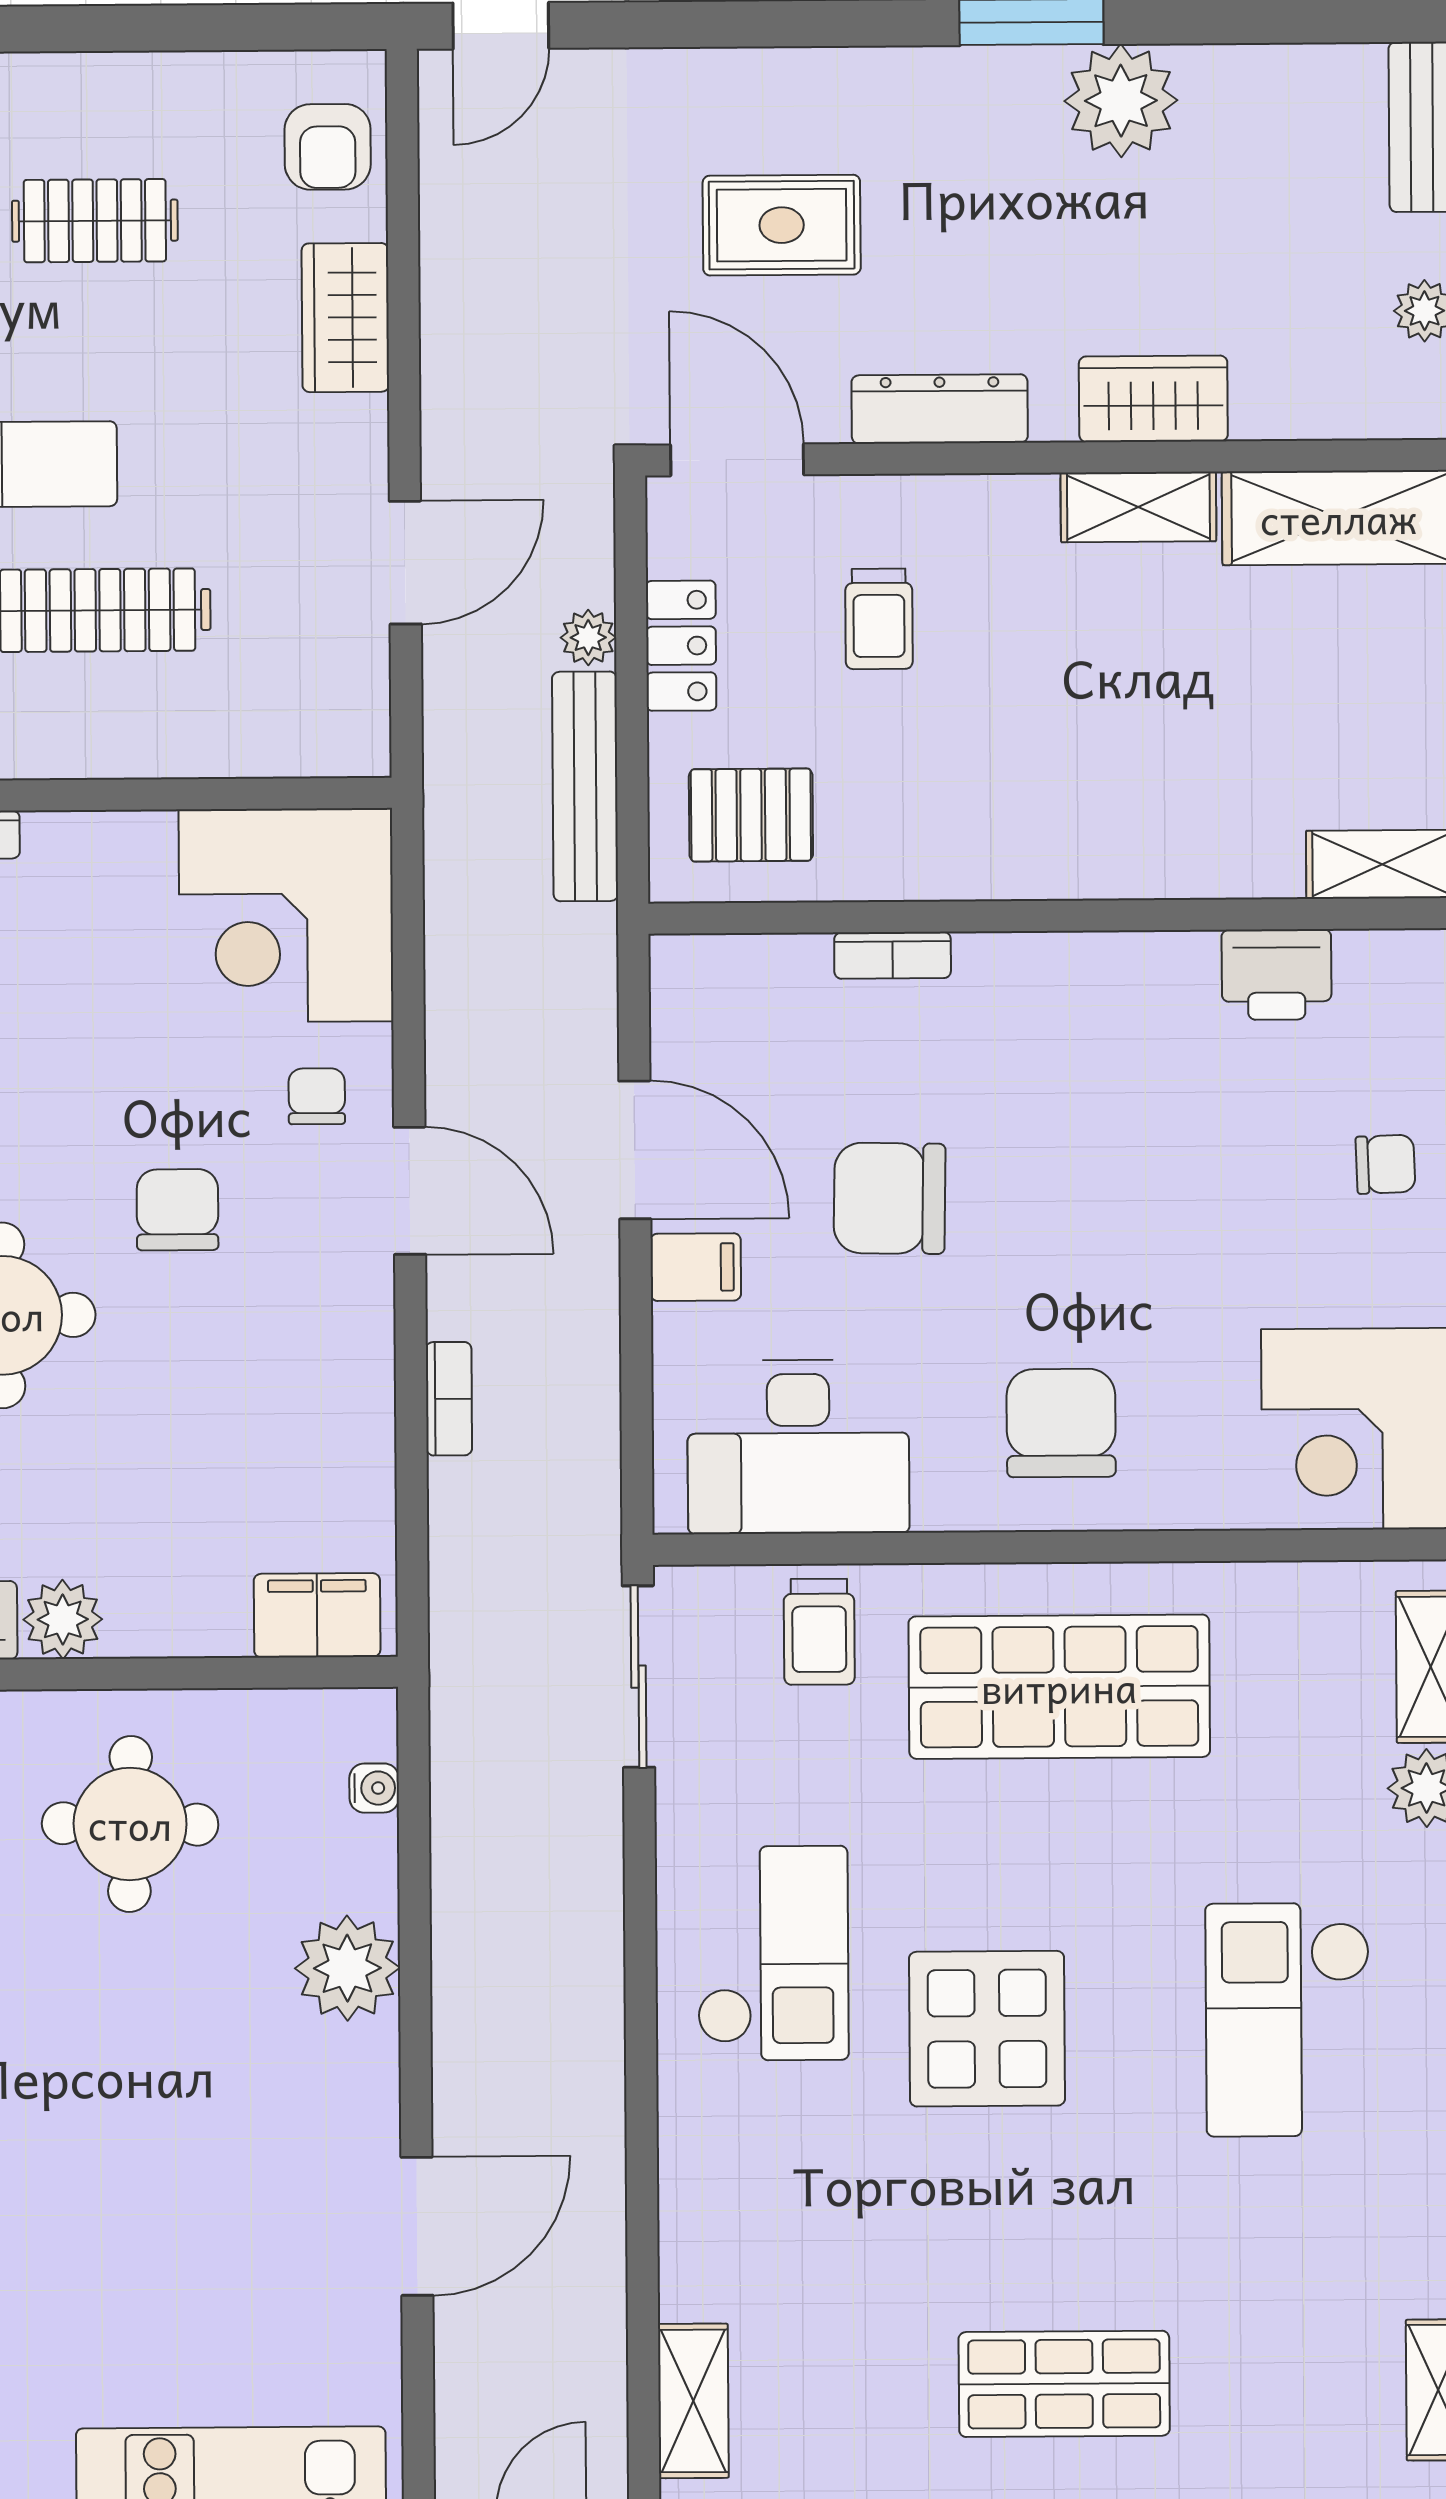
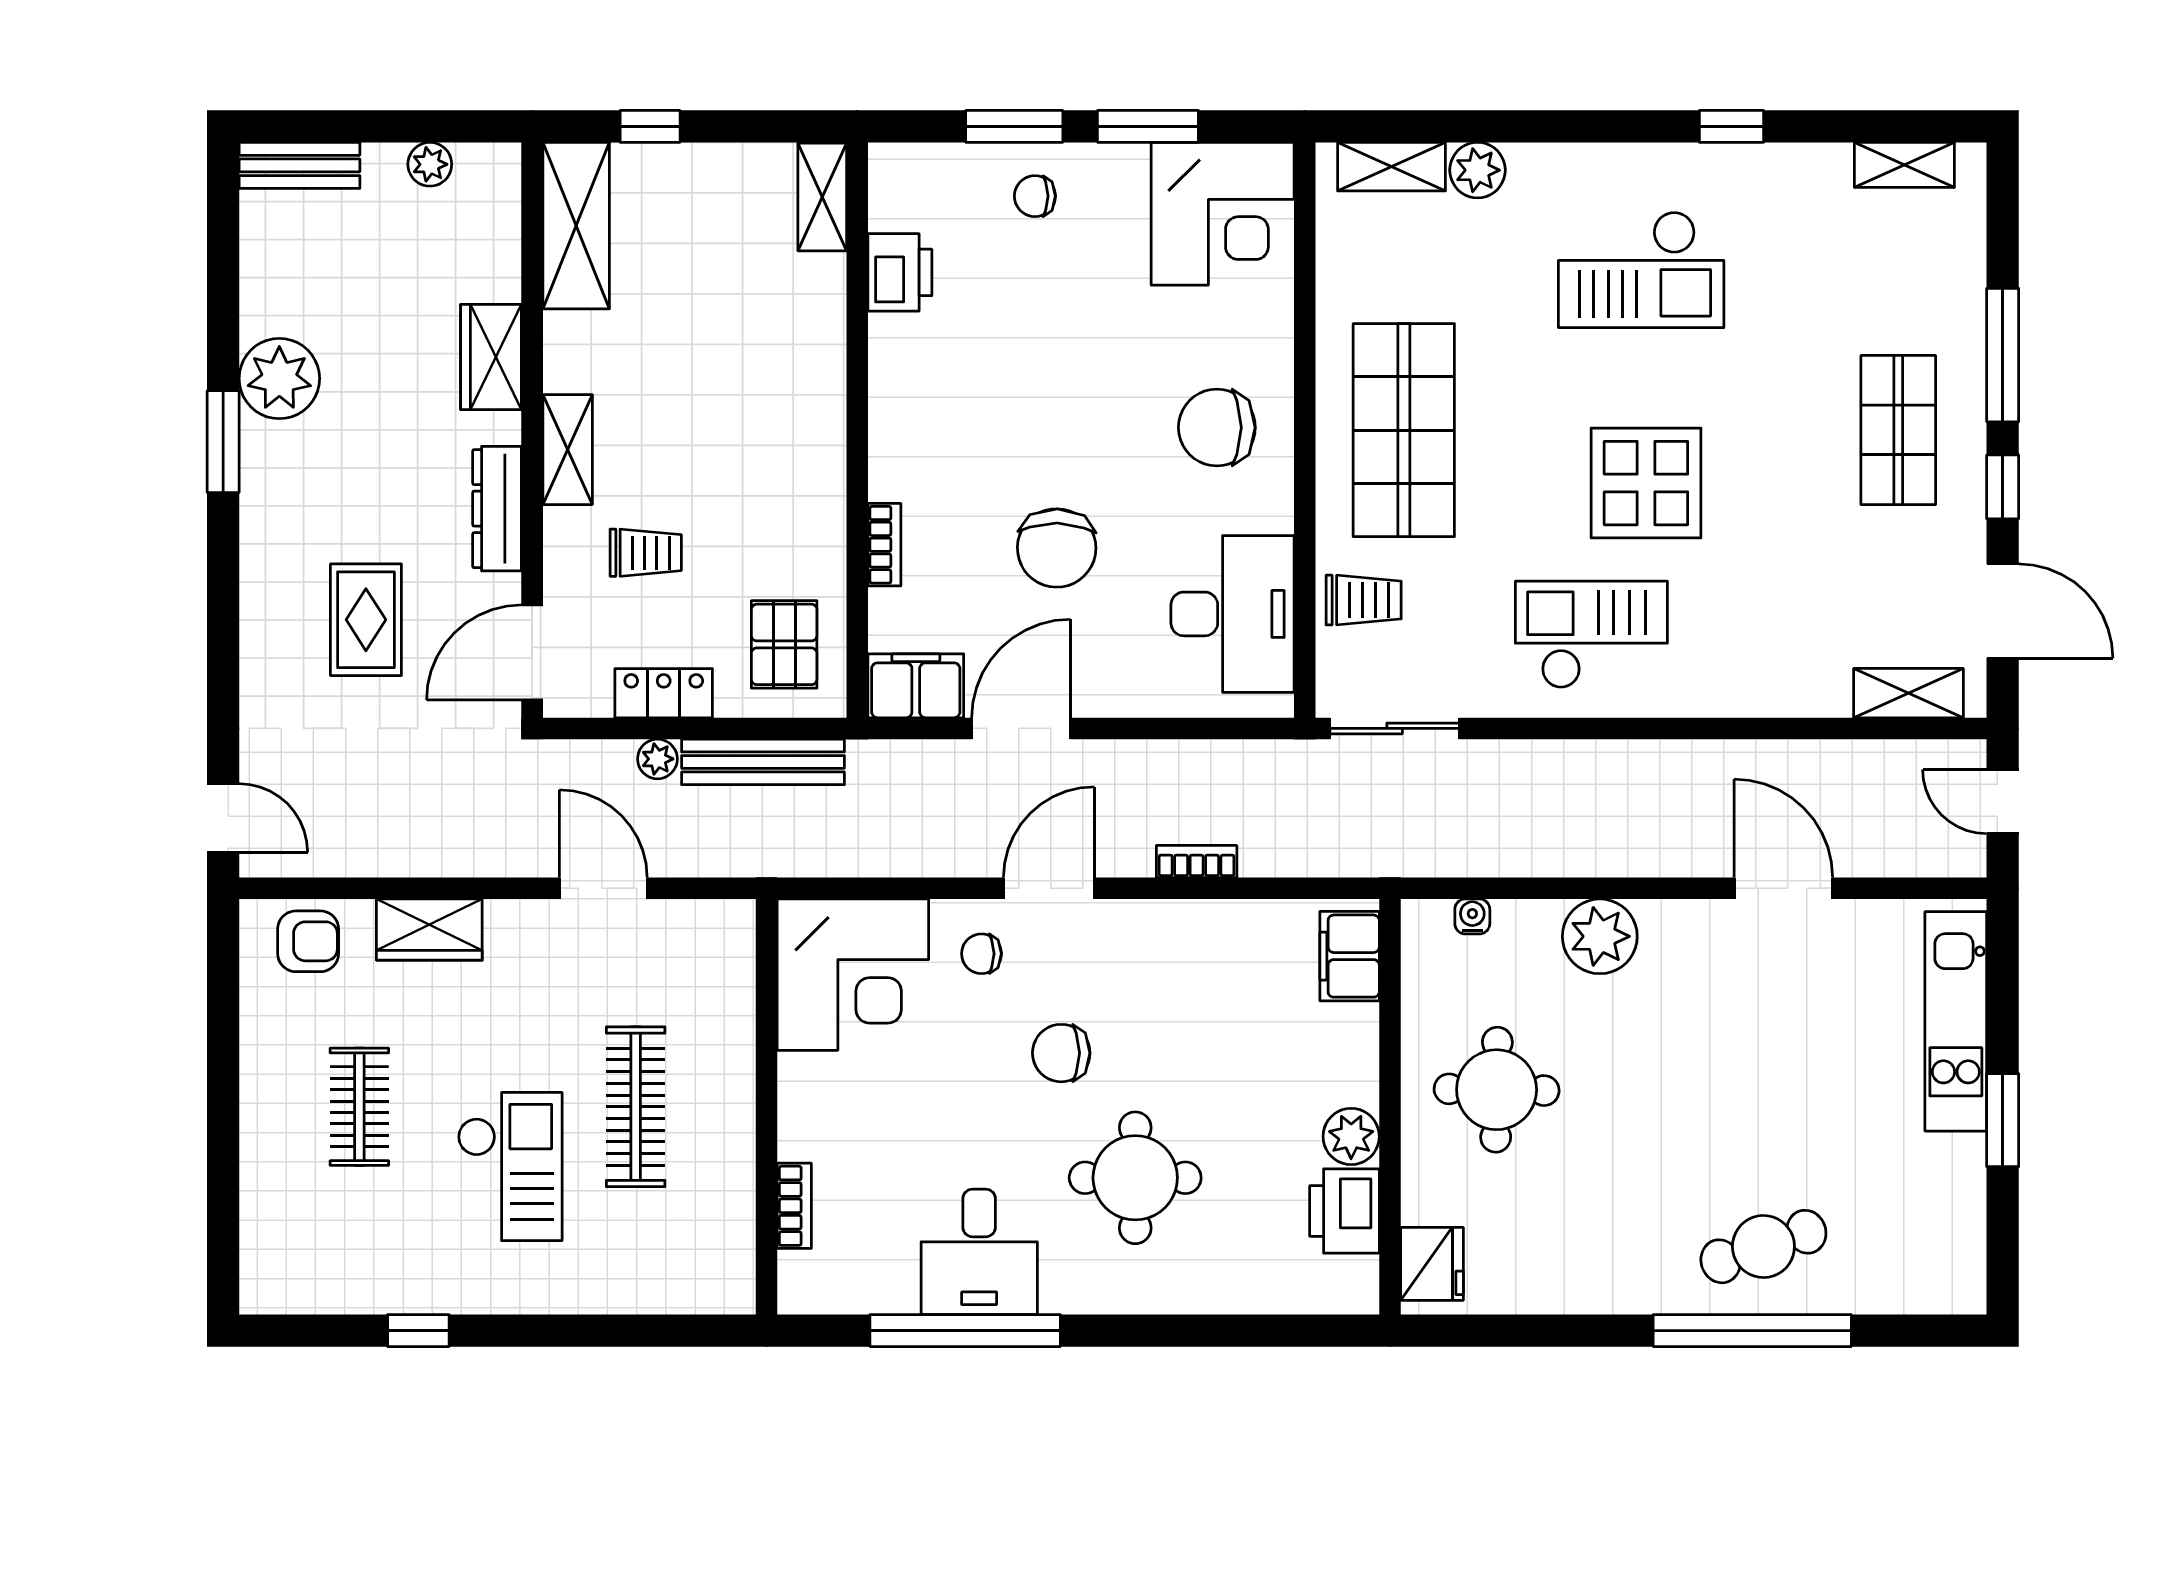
shelving: (1138, 507) -> (568, 450), moved
chair: (1385, 1164) -> (1035, 196), turned -88
filing cabinet: (696, 1267) -> (916, 686), moved, width x2.00

